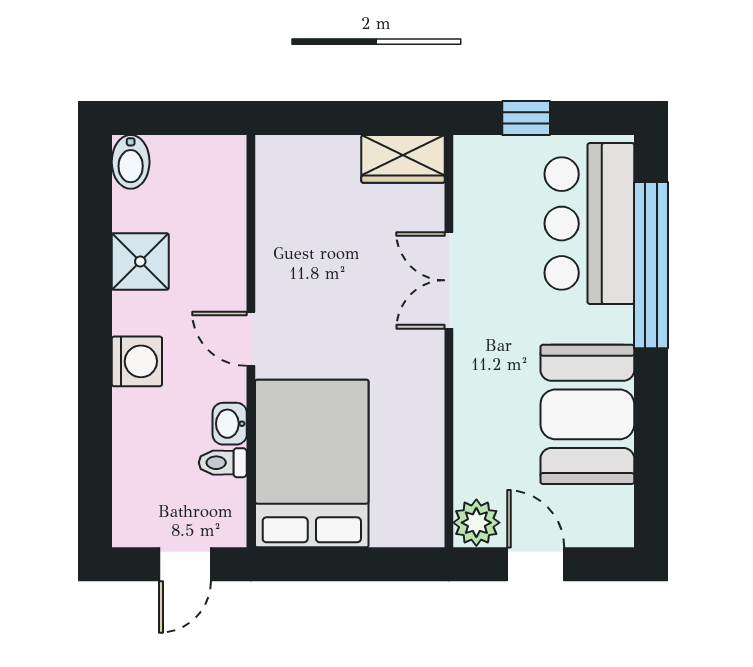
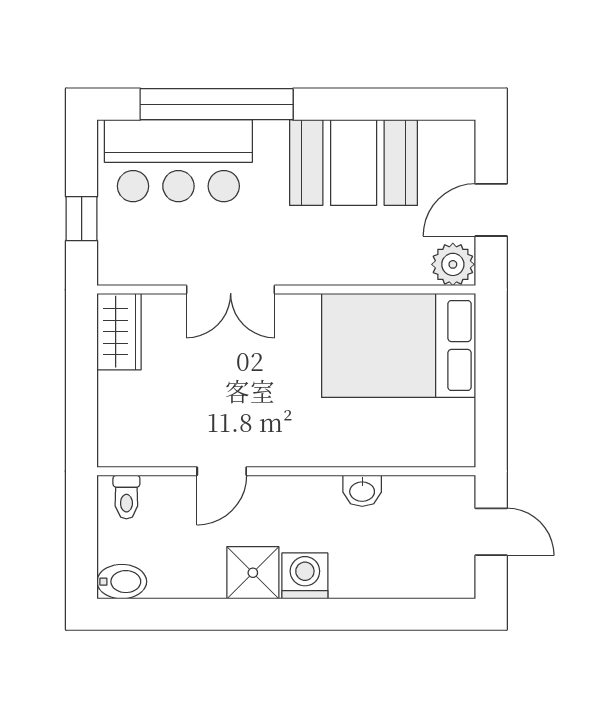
shower: (140, 261) -> (253, 573), moved
door: (251, 339) -> (222, 471), moved
toilet: (223, 463) -> (126, 497), moved
bed: (312, 464) -> (399, 345), moved

